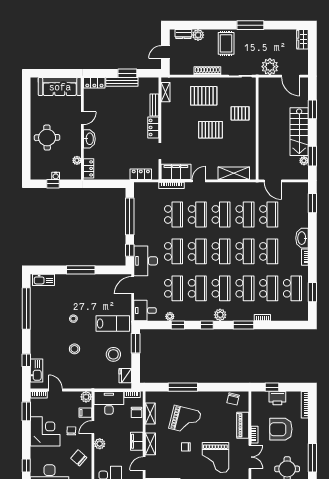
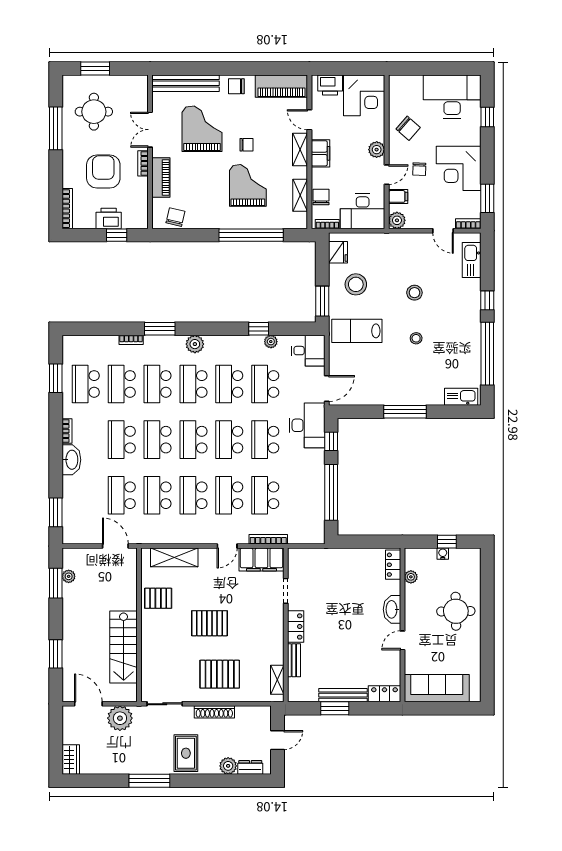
pallet: (240, 113) -> (158, 598), moved
stairs: (299, 132) -> (124, 647), moved, turned 180
locker: (141, 174) -> (314, 556), removed
window: (207, 325) -> (215, 329), removed
window: (26, 360) -> (487, 300), moved
window: (183, 387) -> (251, 235), width x1.46
grand piano: (185, 420) -> (248, 185), turned 76
armchair: (281, 429) -> (103, 172), turned -90
door: (144, 464) -> (309, 120), swing flipped

